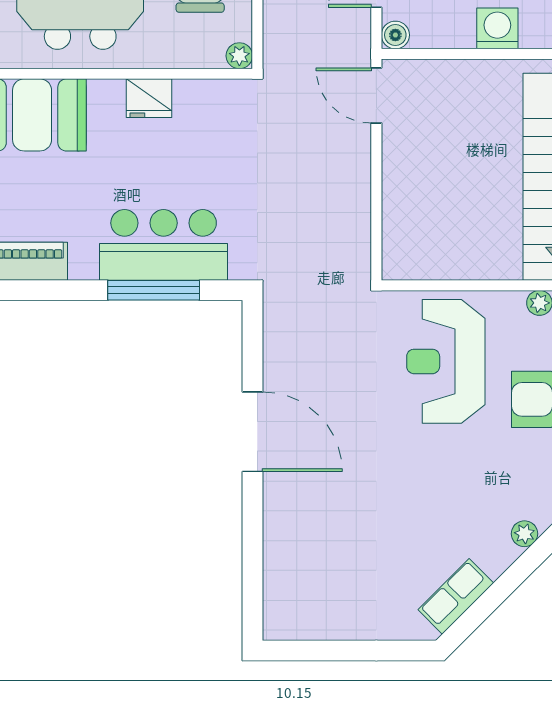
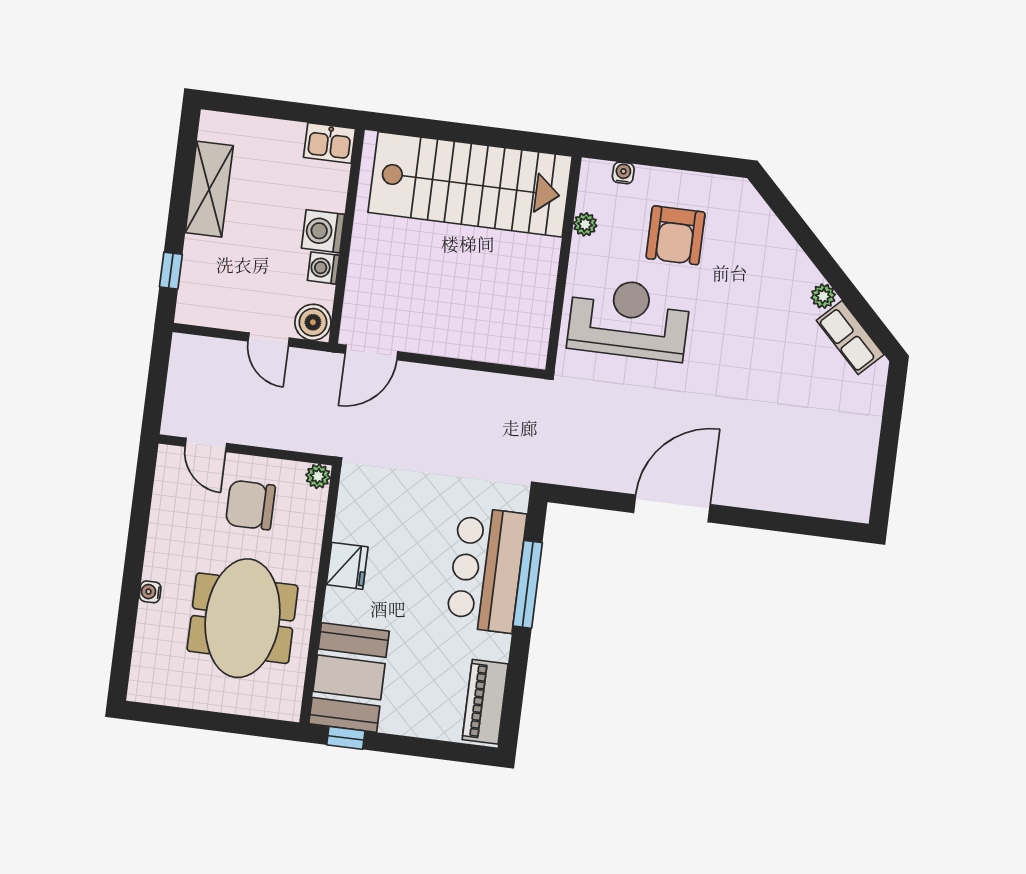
washing machine: (459, 34) -> (323, 268), added
boiler: (395, 35) -> (313, 322), width x1.36, depth x1.36
reception desk: (446, 361) -> (629, 319), turned 180
plant: (524, 534) -> (823, 296), moved

